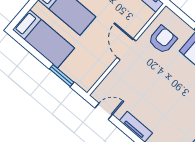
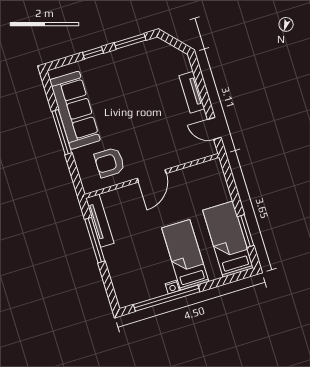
window: (62, 76) -> (246, 231), moved

